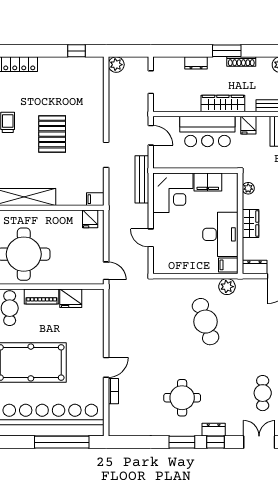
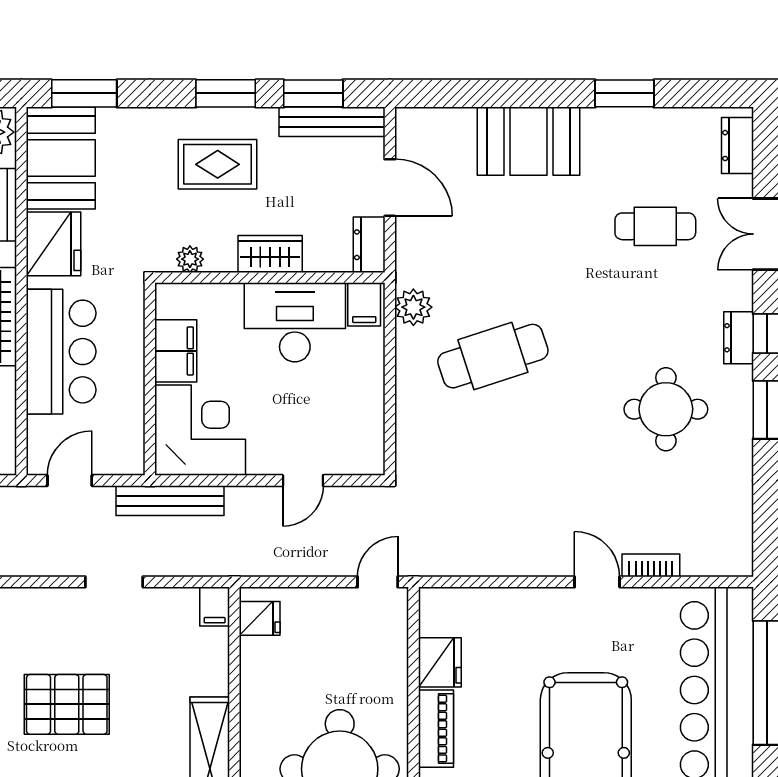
fridge: (248, 125) -> (54, 244), width x1.88, depth x1.34

